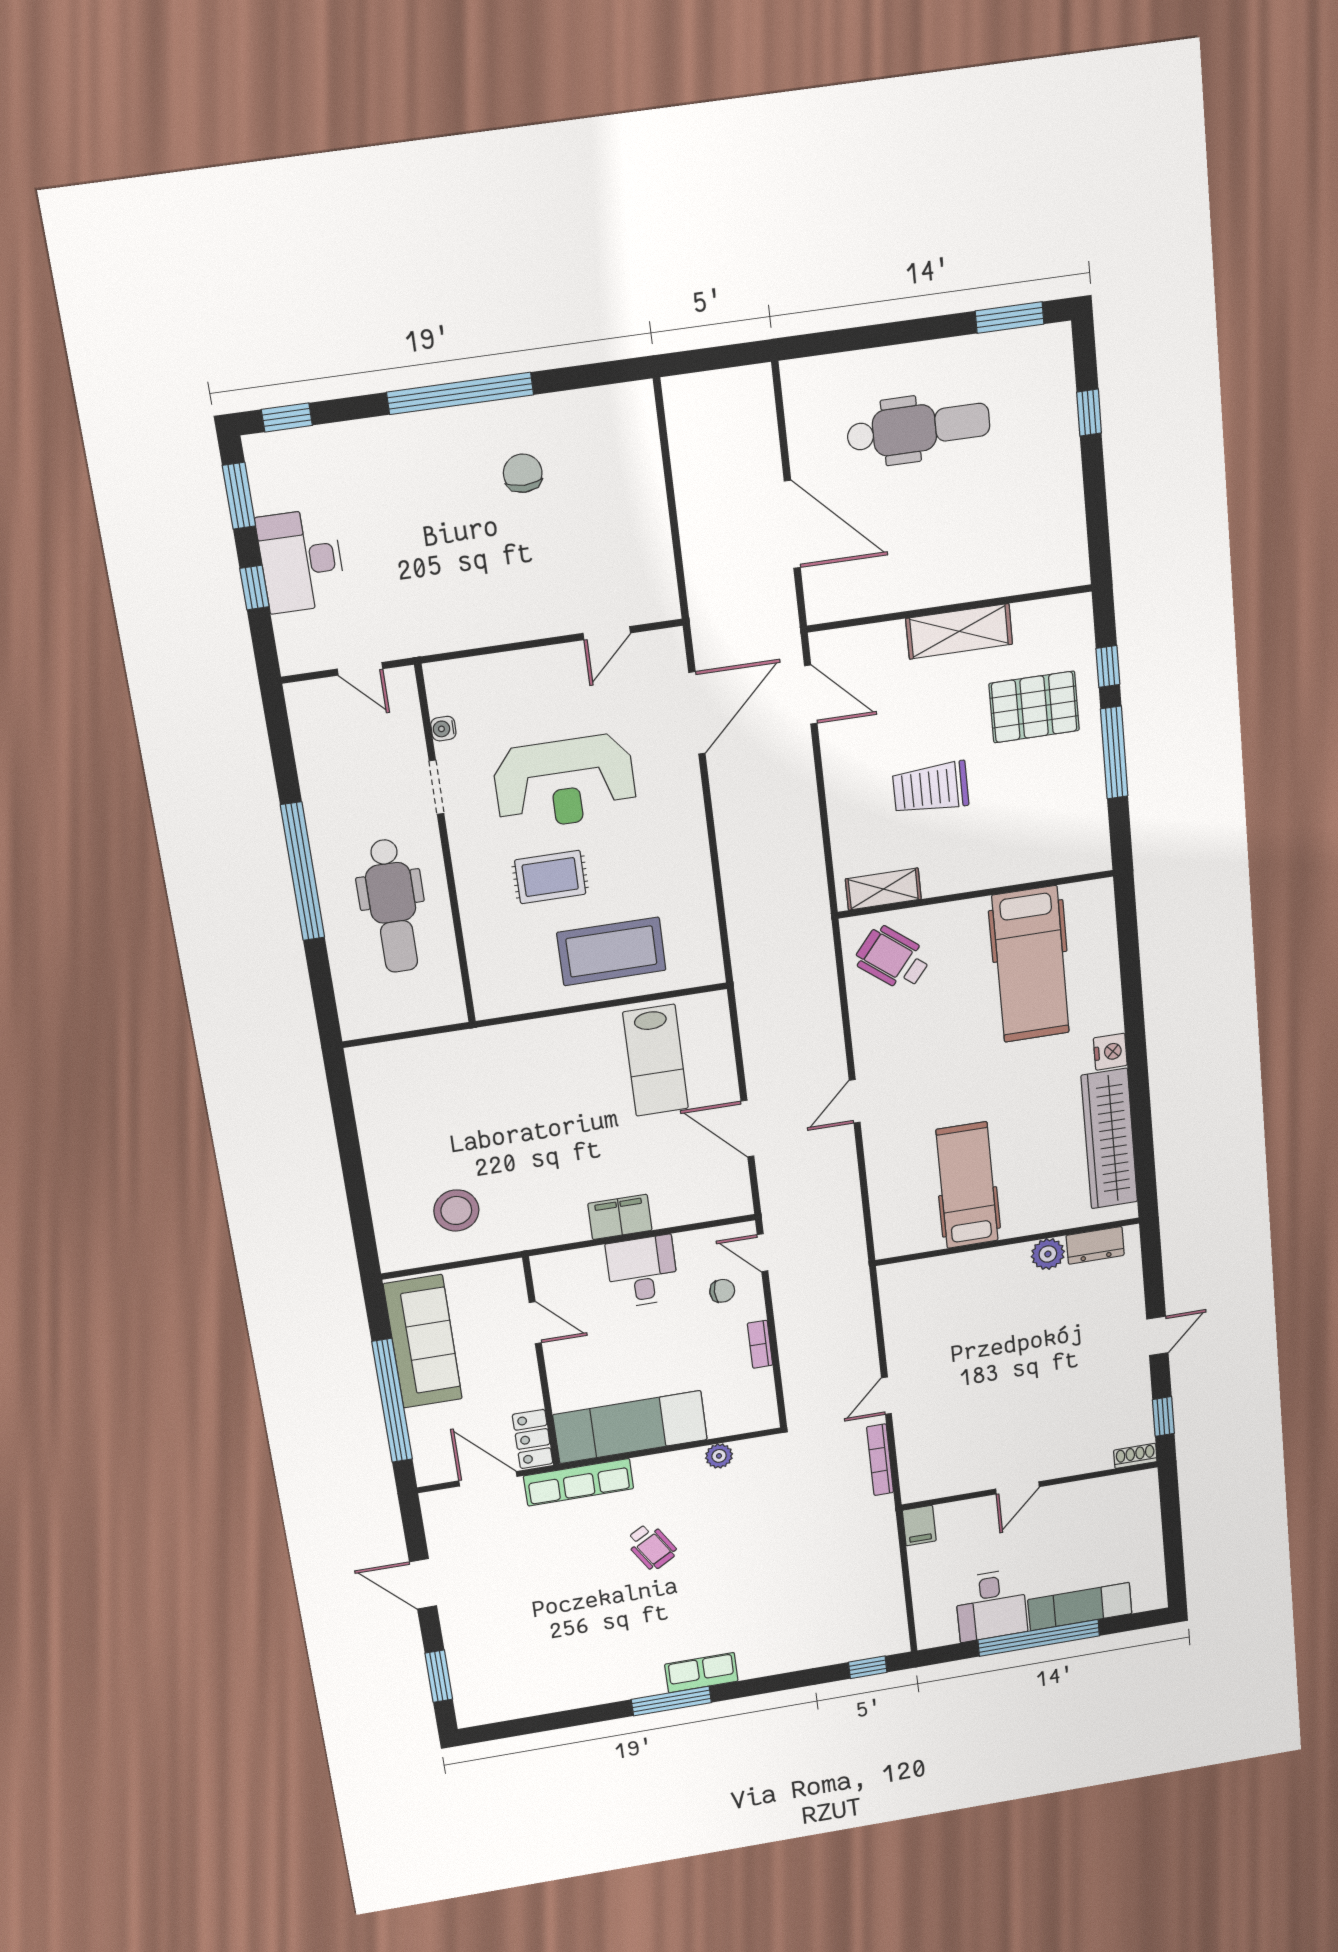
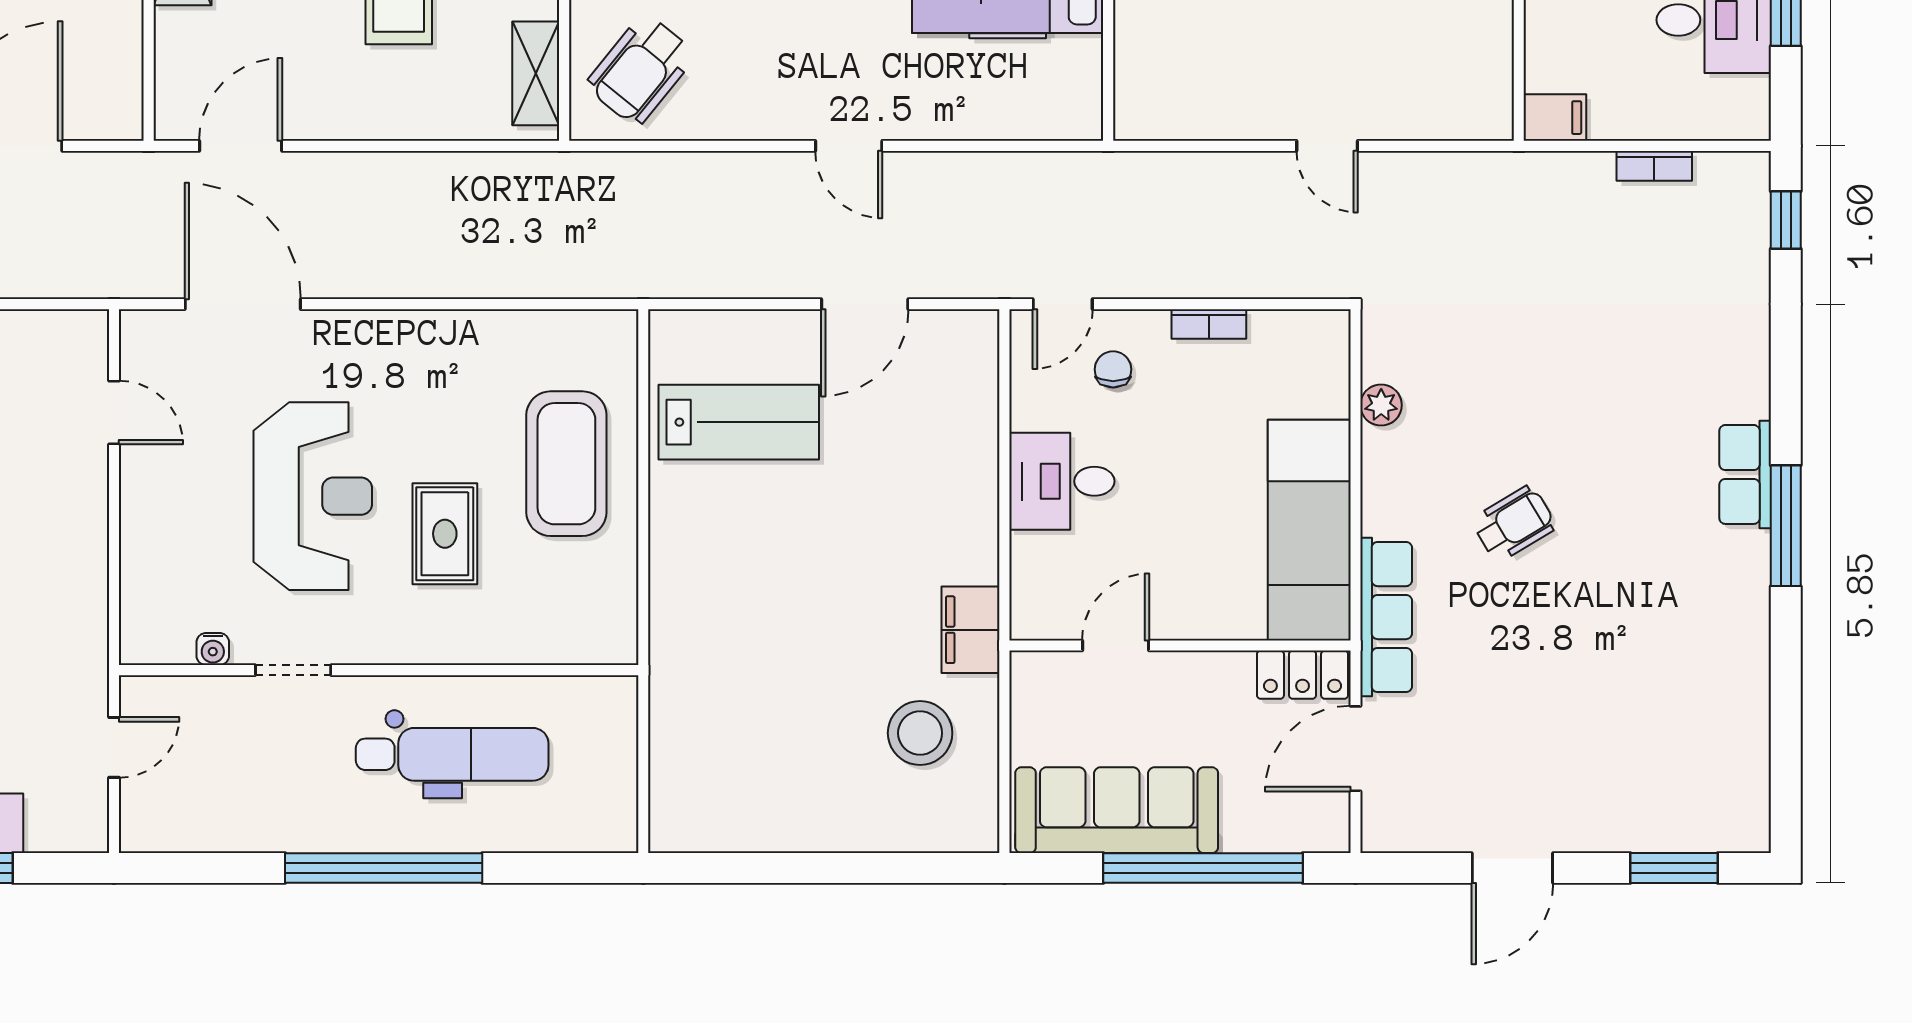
filing cabinet: (620, 1217) -> (970, 630), moved
bookcase: (880, 1460) -> (1654, 166), moved, width x0.64

